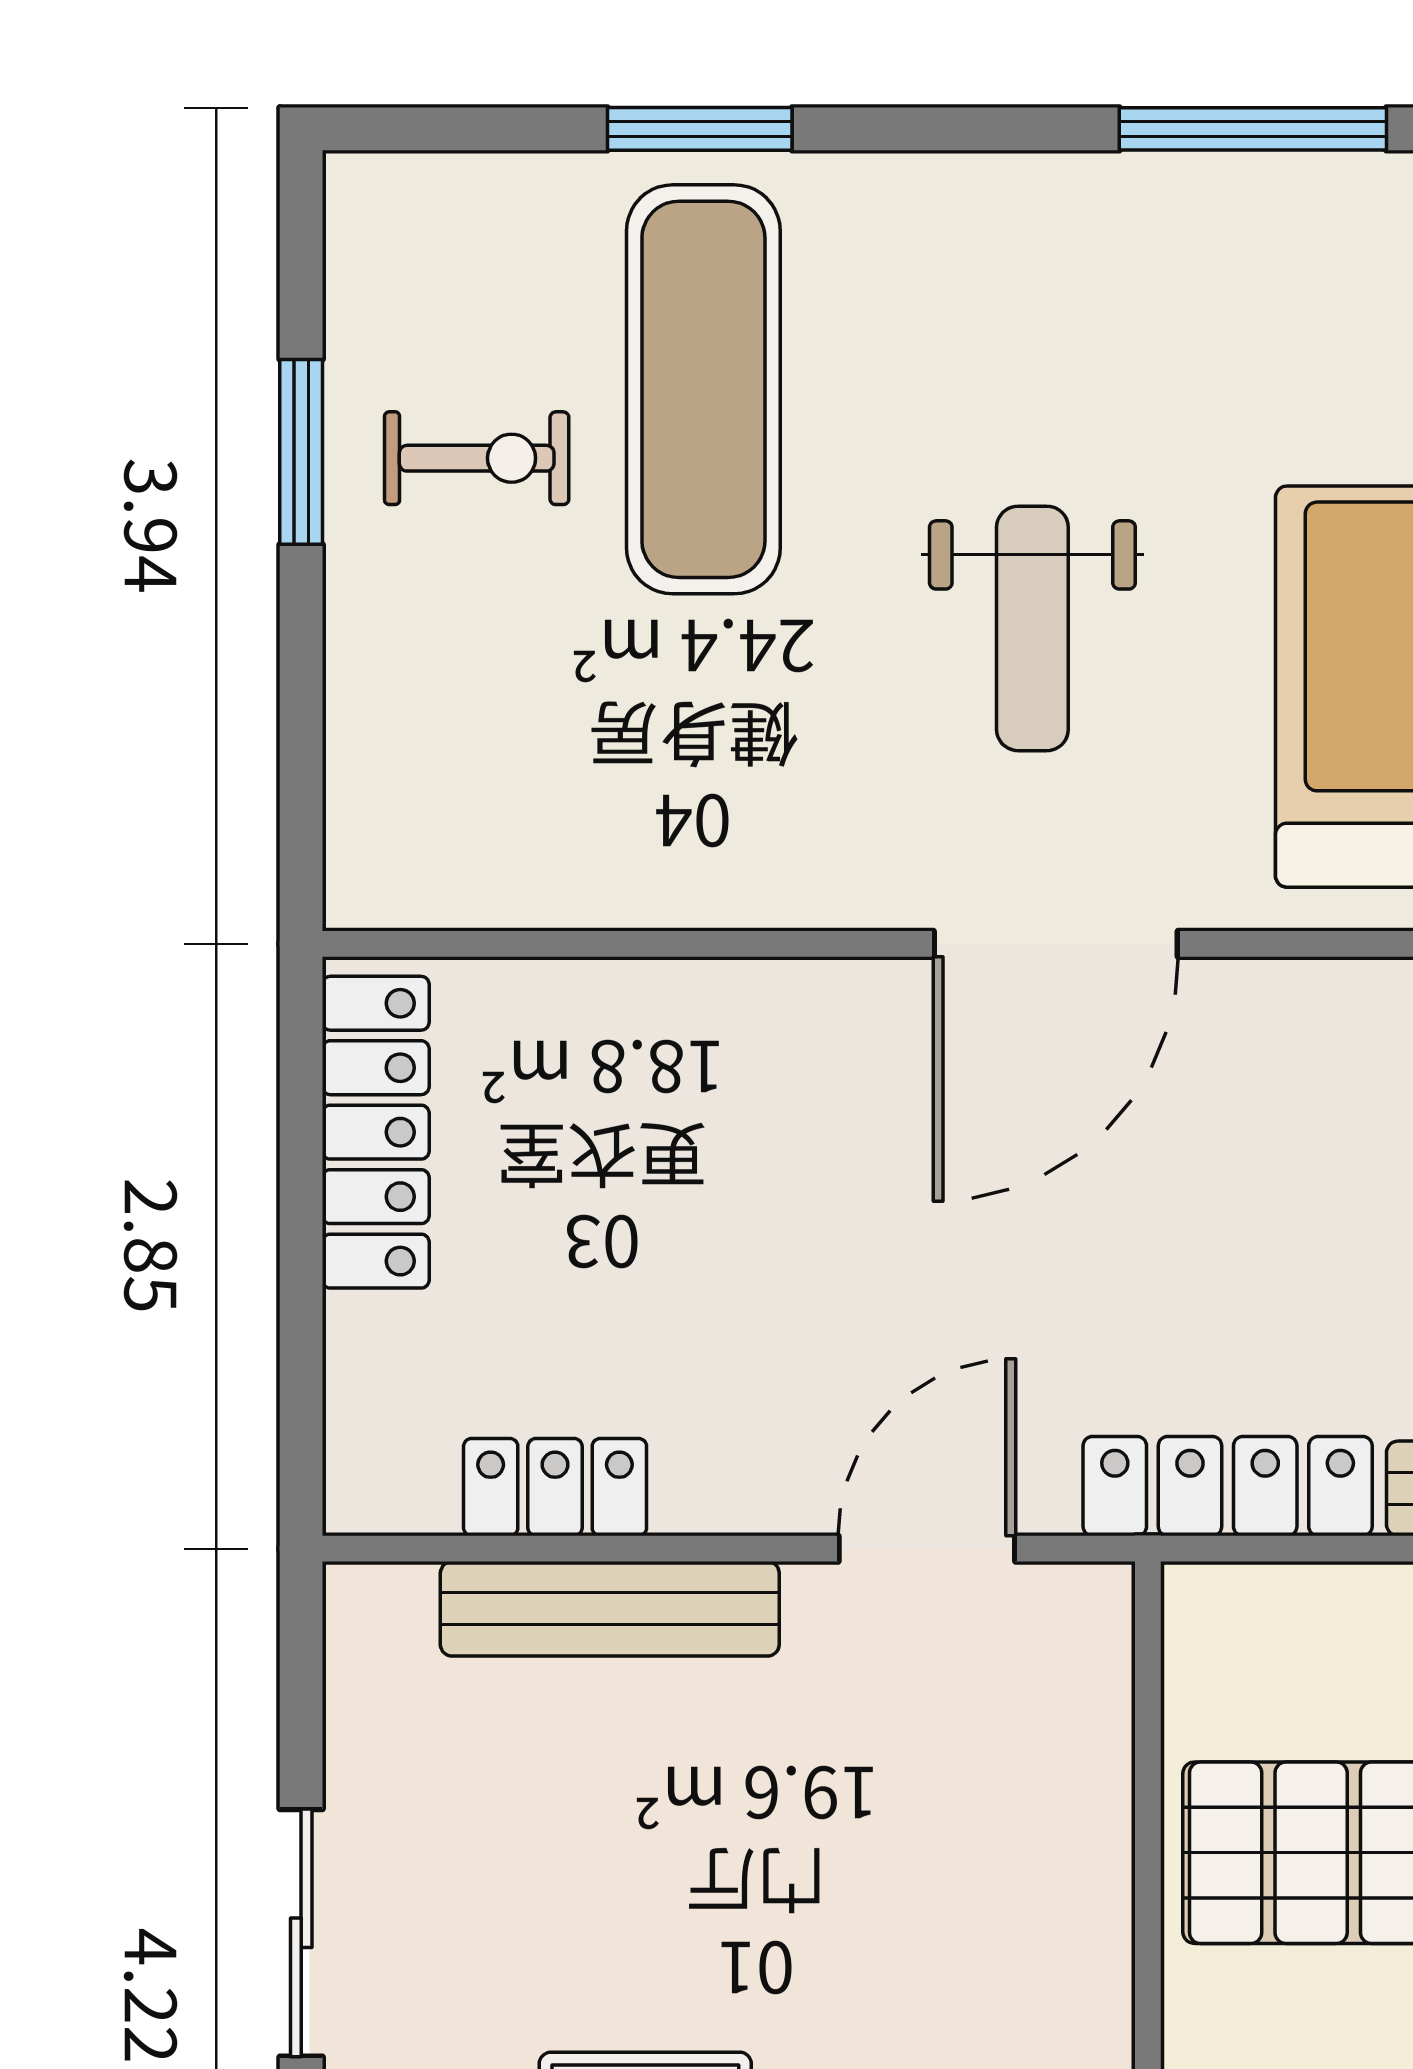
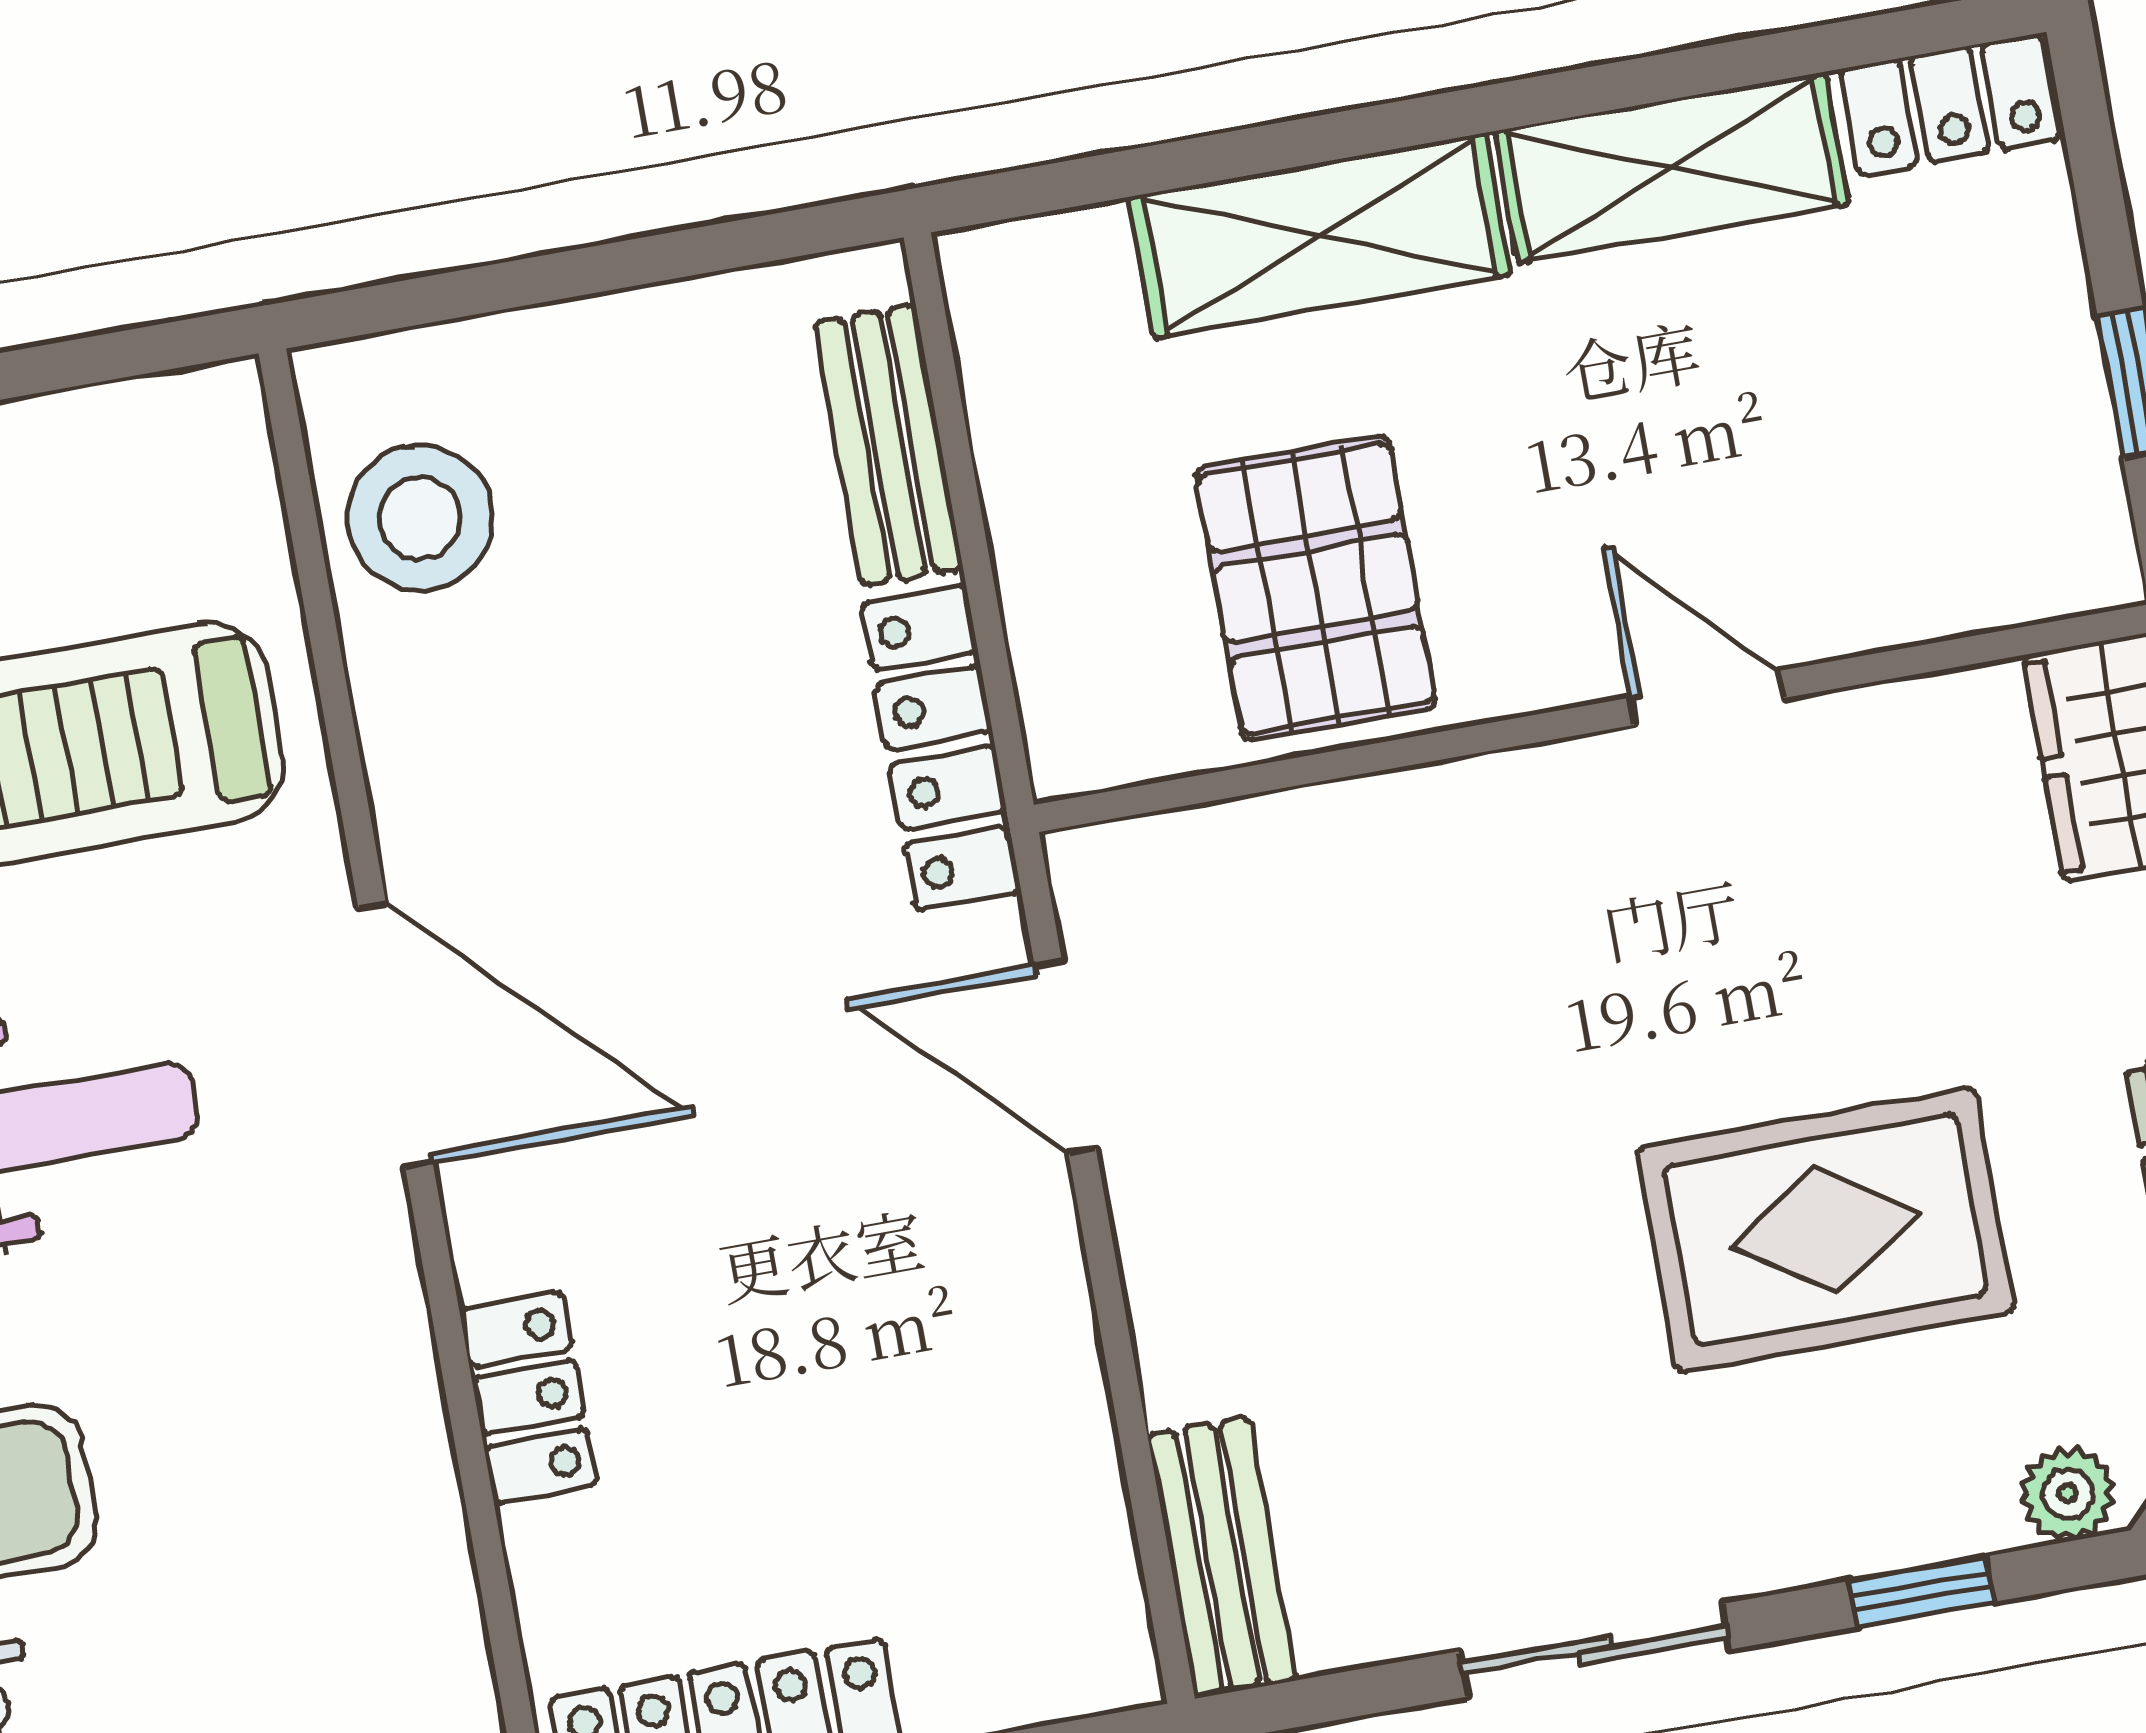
locker: (555, 1487) -> (528, 1397), moved, turned 180
bench: (610, 1609) -> (1221, 1557), moved, width x0.73

